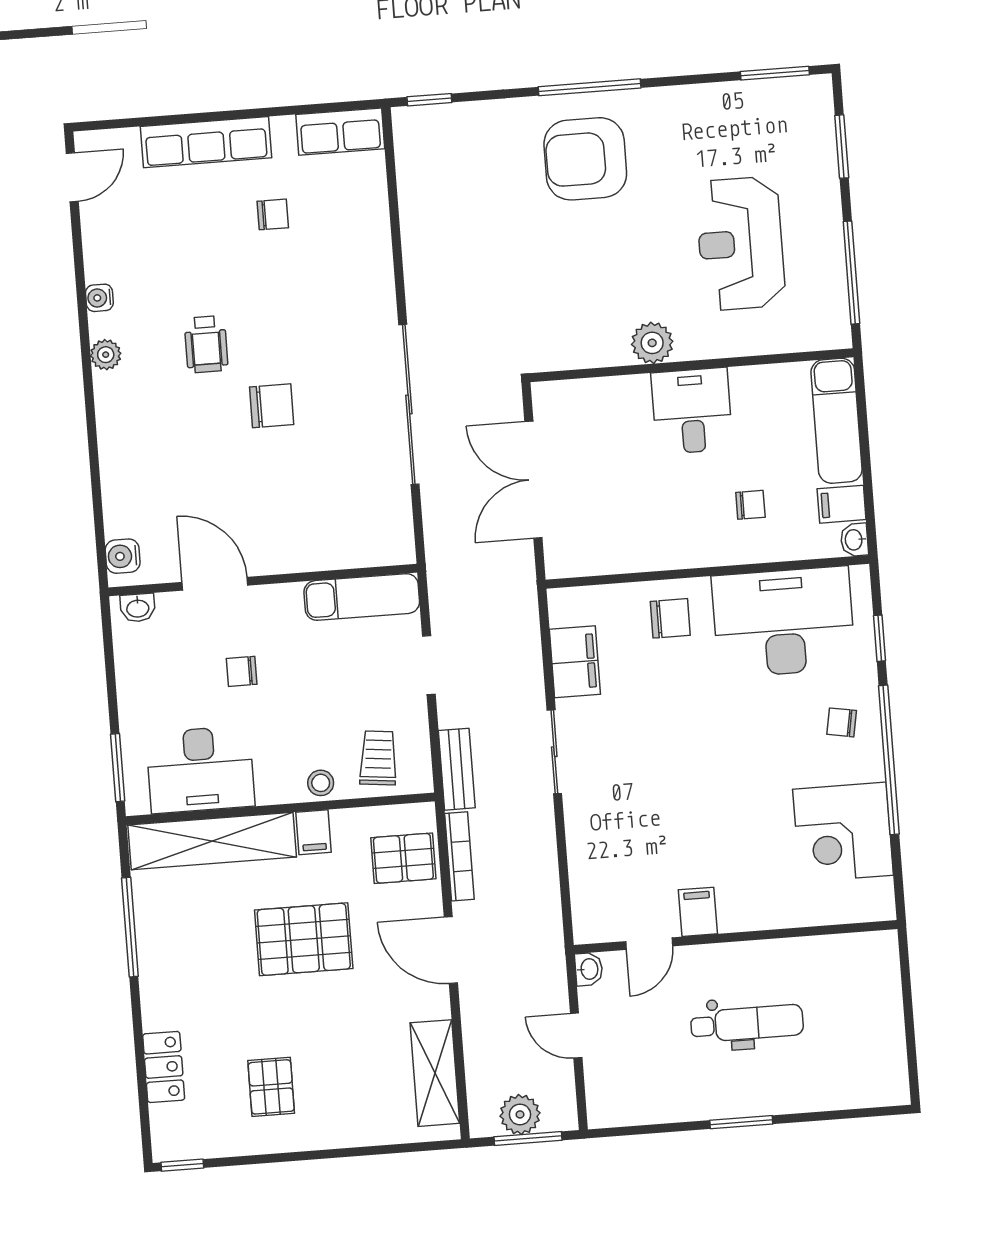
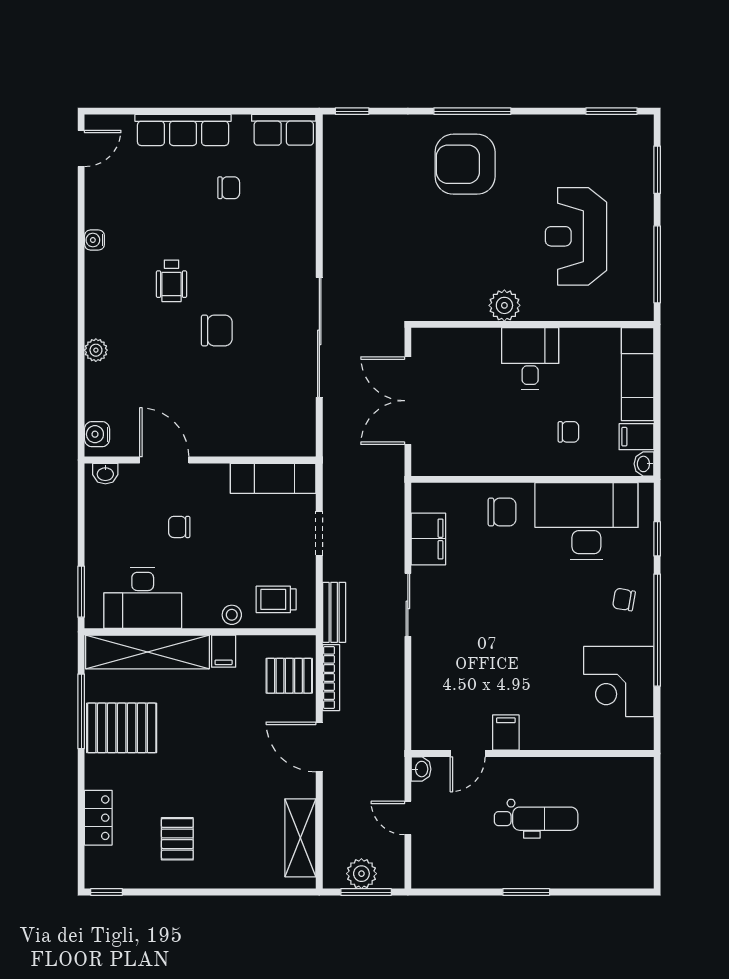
plant: (106, 355) -> (96, 350), moved
trolley: (378, 758) -> (276, 599), turned -96
pallet: (304, 939) -> (122, 728), moved

